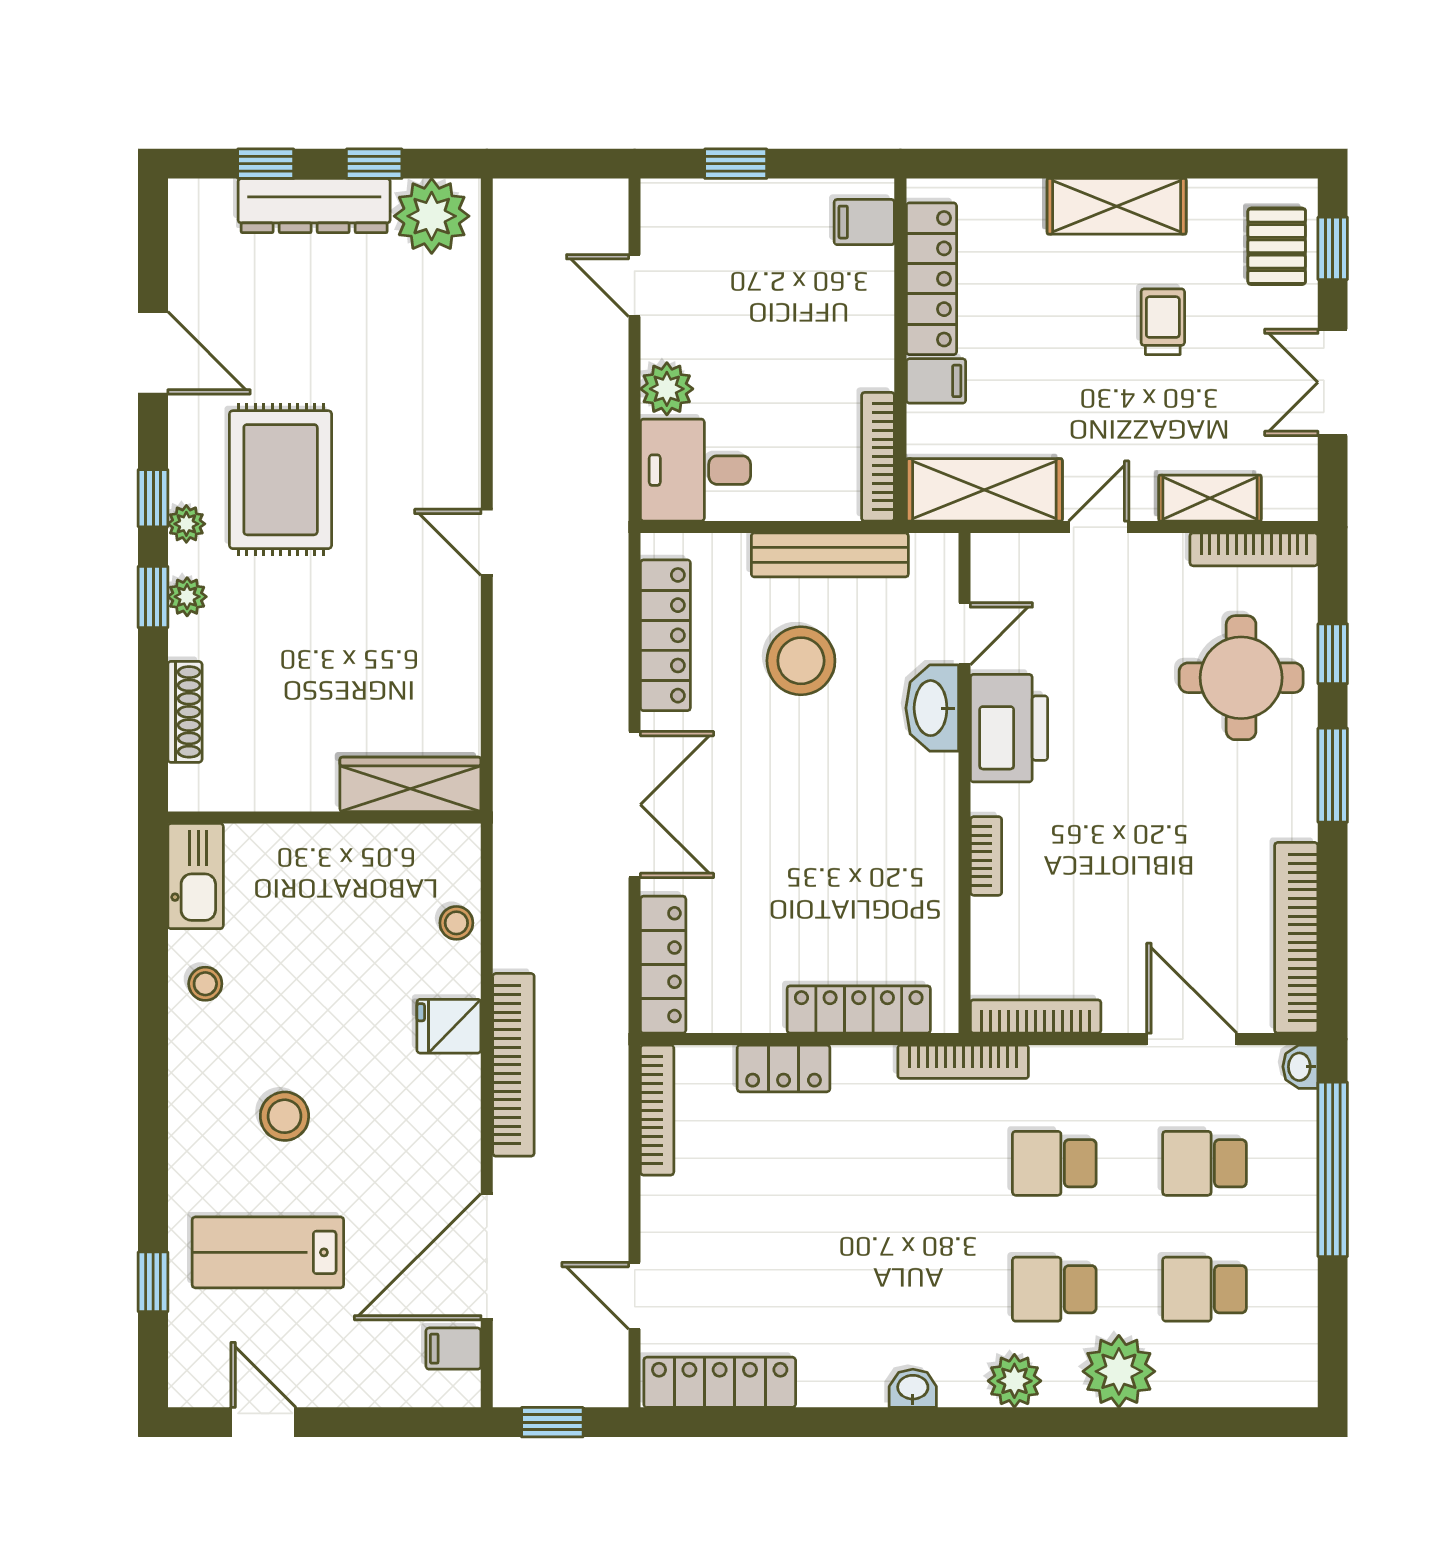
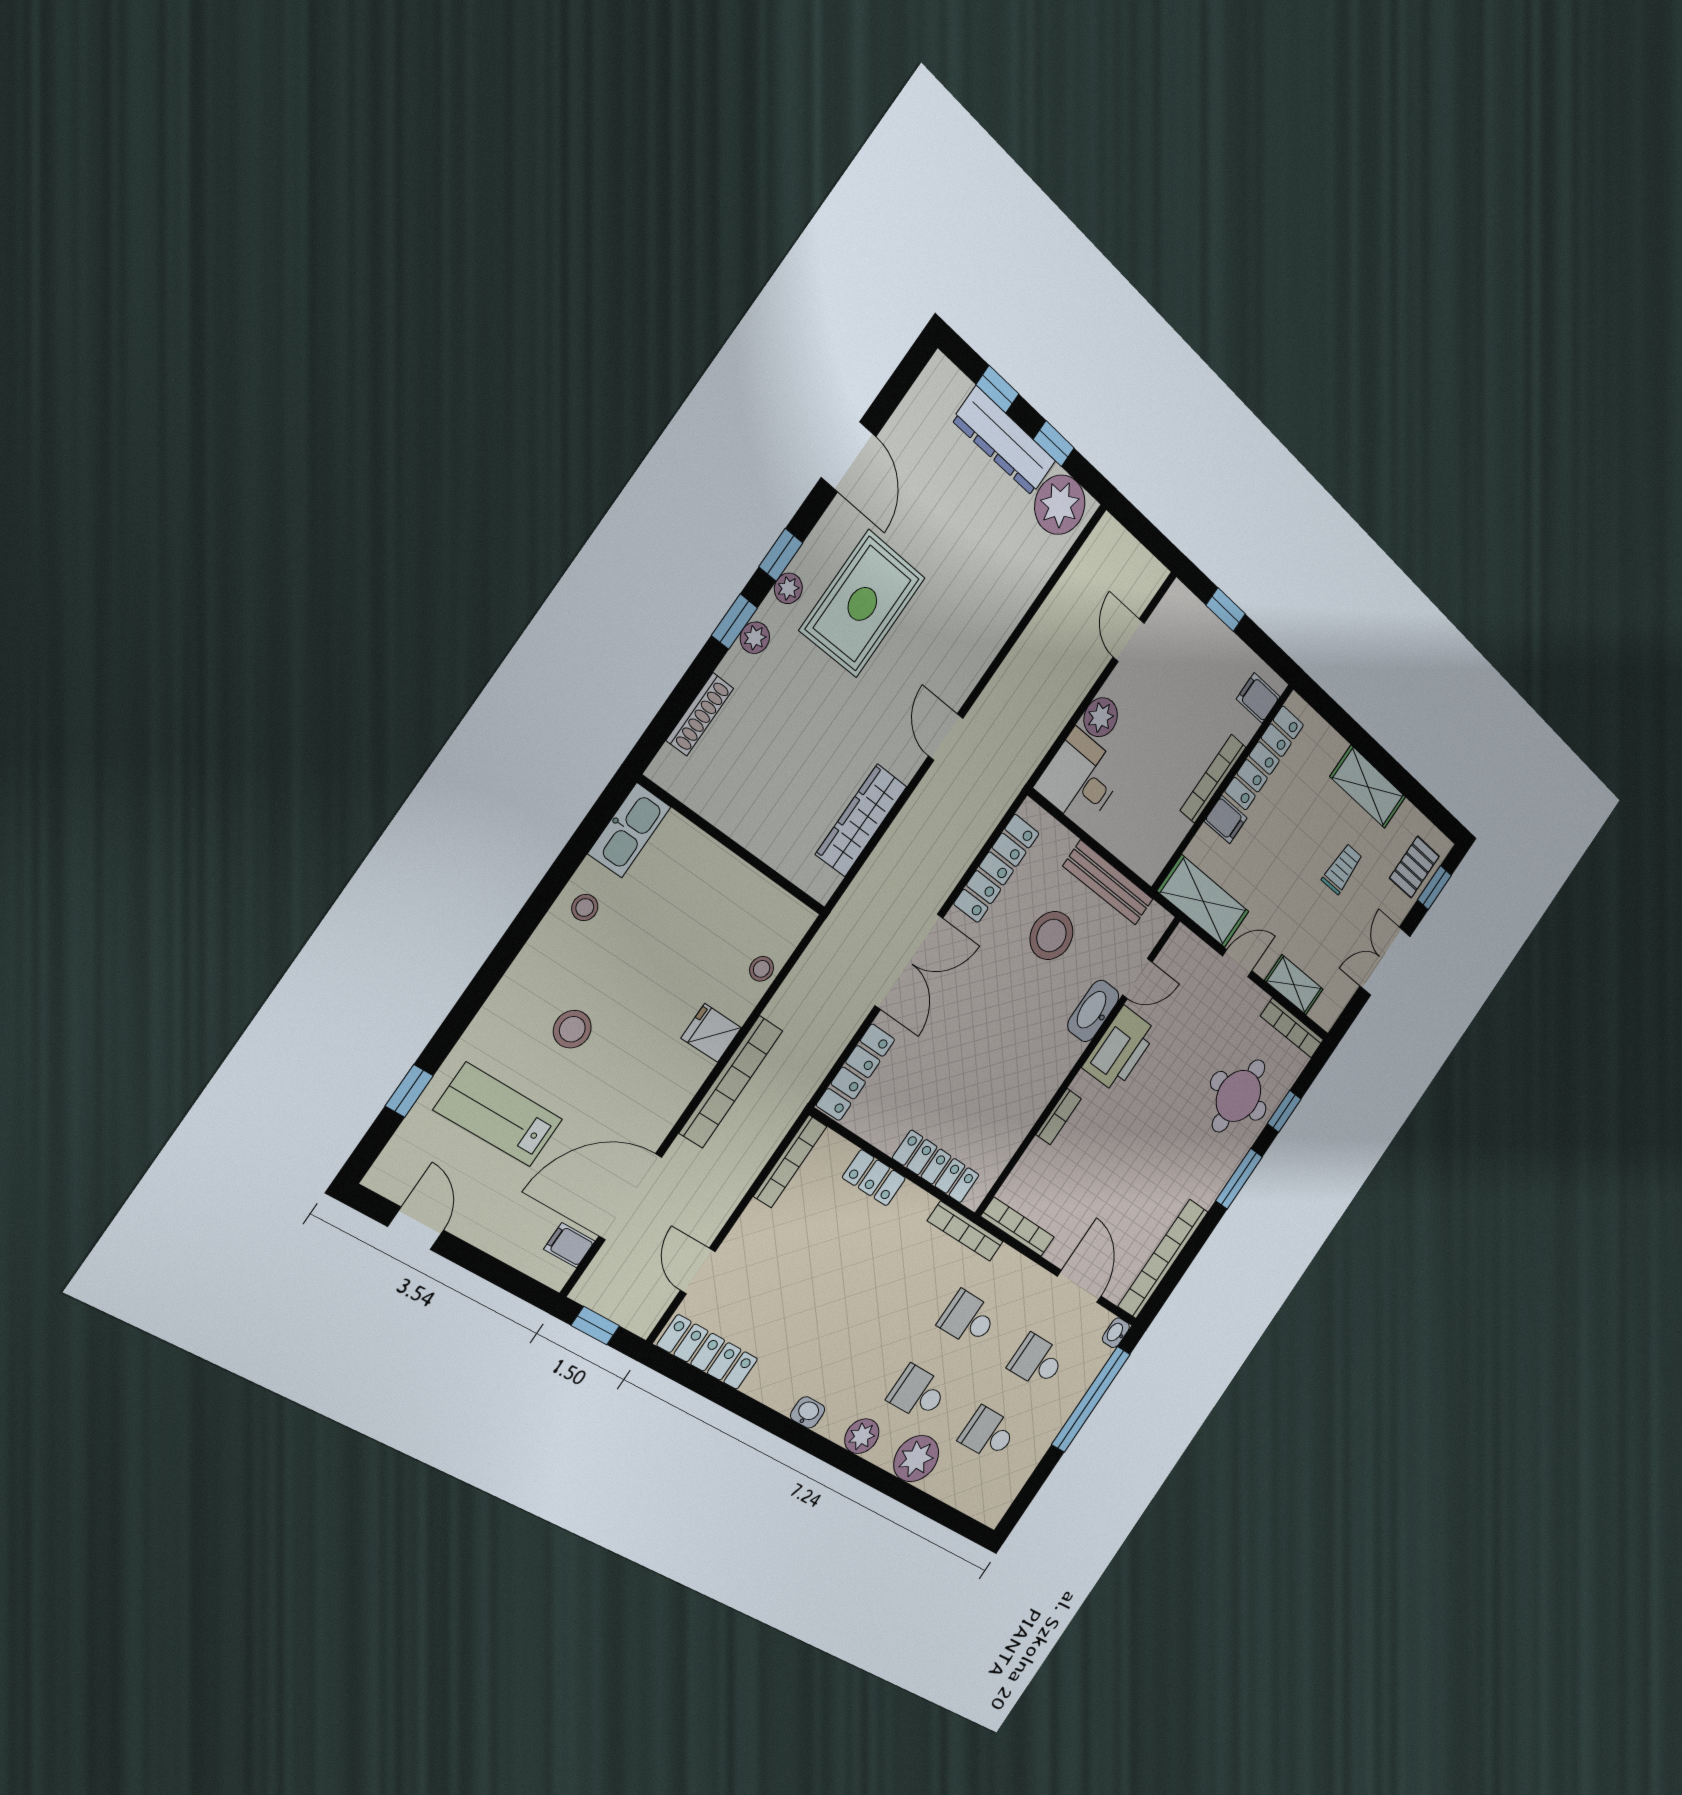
bookcase: (878, 457) -> (1213, 779), moved
wardrobe: (410, 784) -> (861, 821), moved, turned -90

